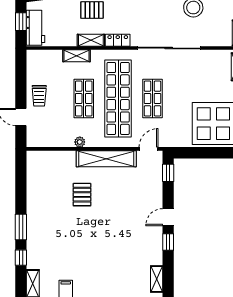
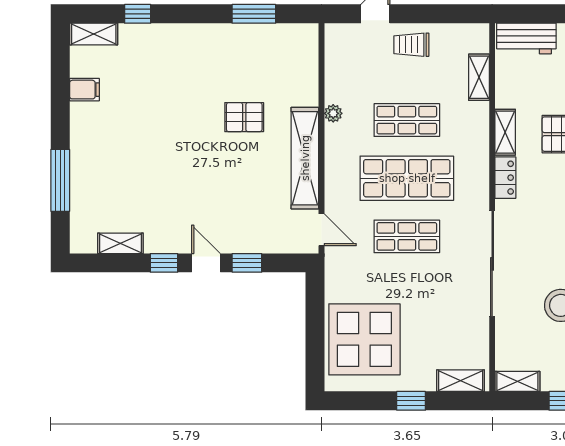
window: (21, 22) -> (537, 14), removed
shelving: (76, 56) -> (479, 77), moved
shop shelf: (118, 98) -> (407, 178), width x0.71
window: (168, 173) -> (247, 263), moved
window: (21, 227) -> (254, 14), moved
shelving: (157, 279) -> (120, 243), moved

